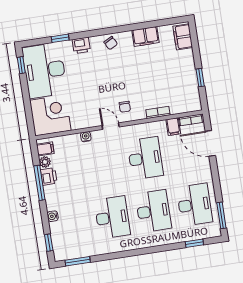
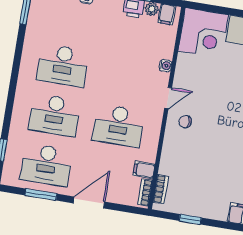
bookcase: (158, 112) -> (161, 189), moved
door: (210, 143) -> (89, 202), moved
window: (221, 215) -> (41, 194), moved

